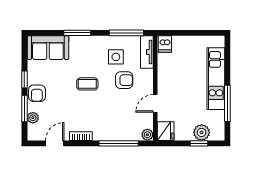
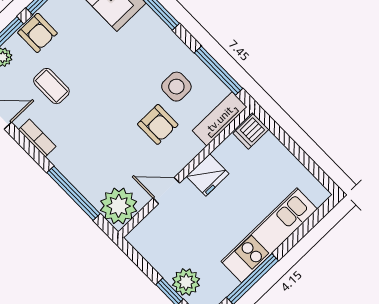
coffee table: (87, 84) -> (51, 86), moved
armchair: (37, 93) -> (37, 33), turned -90
fridge: (166, 131) -> (208, 175), moved
plant: (147, 135) -> (119, 206), width x1.88, depth x1.88

